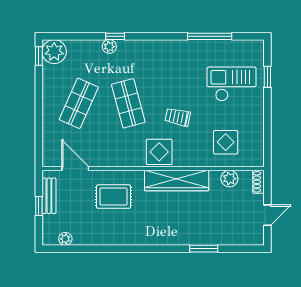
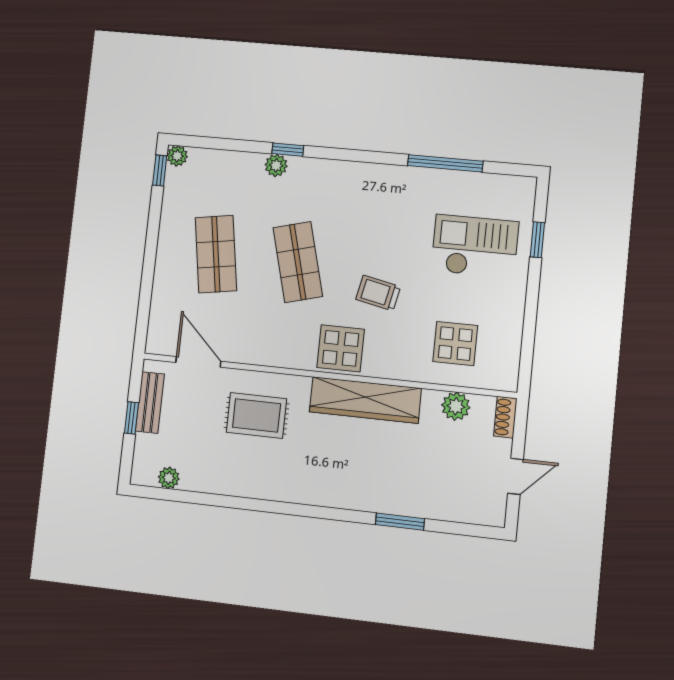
plant: (54, 52) -> (177, 156), width x0.53, depth x0.53
shop shelf: (79, 103) -> (216, 254), turned -33

